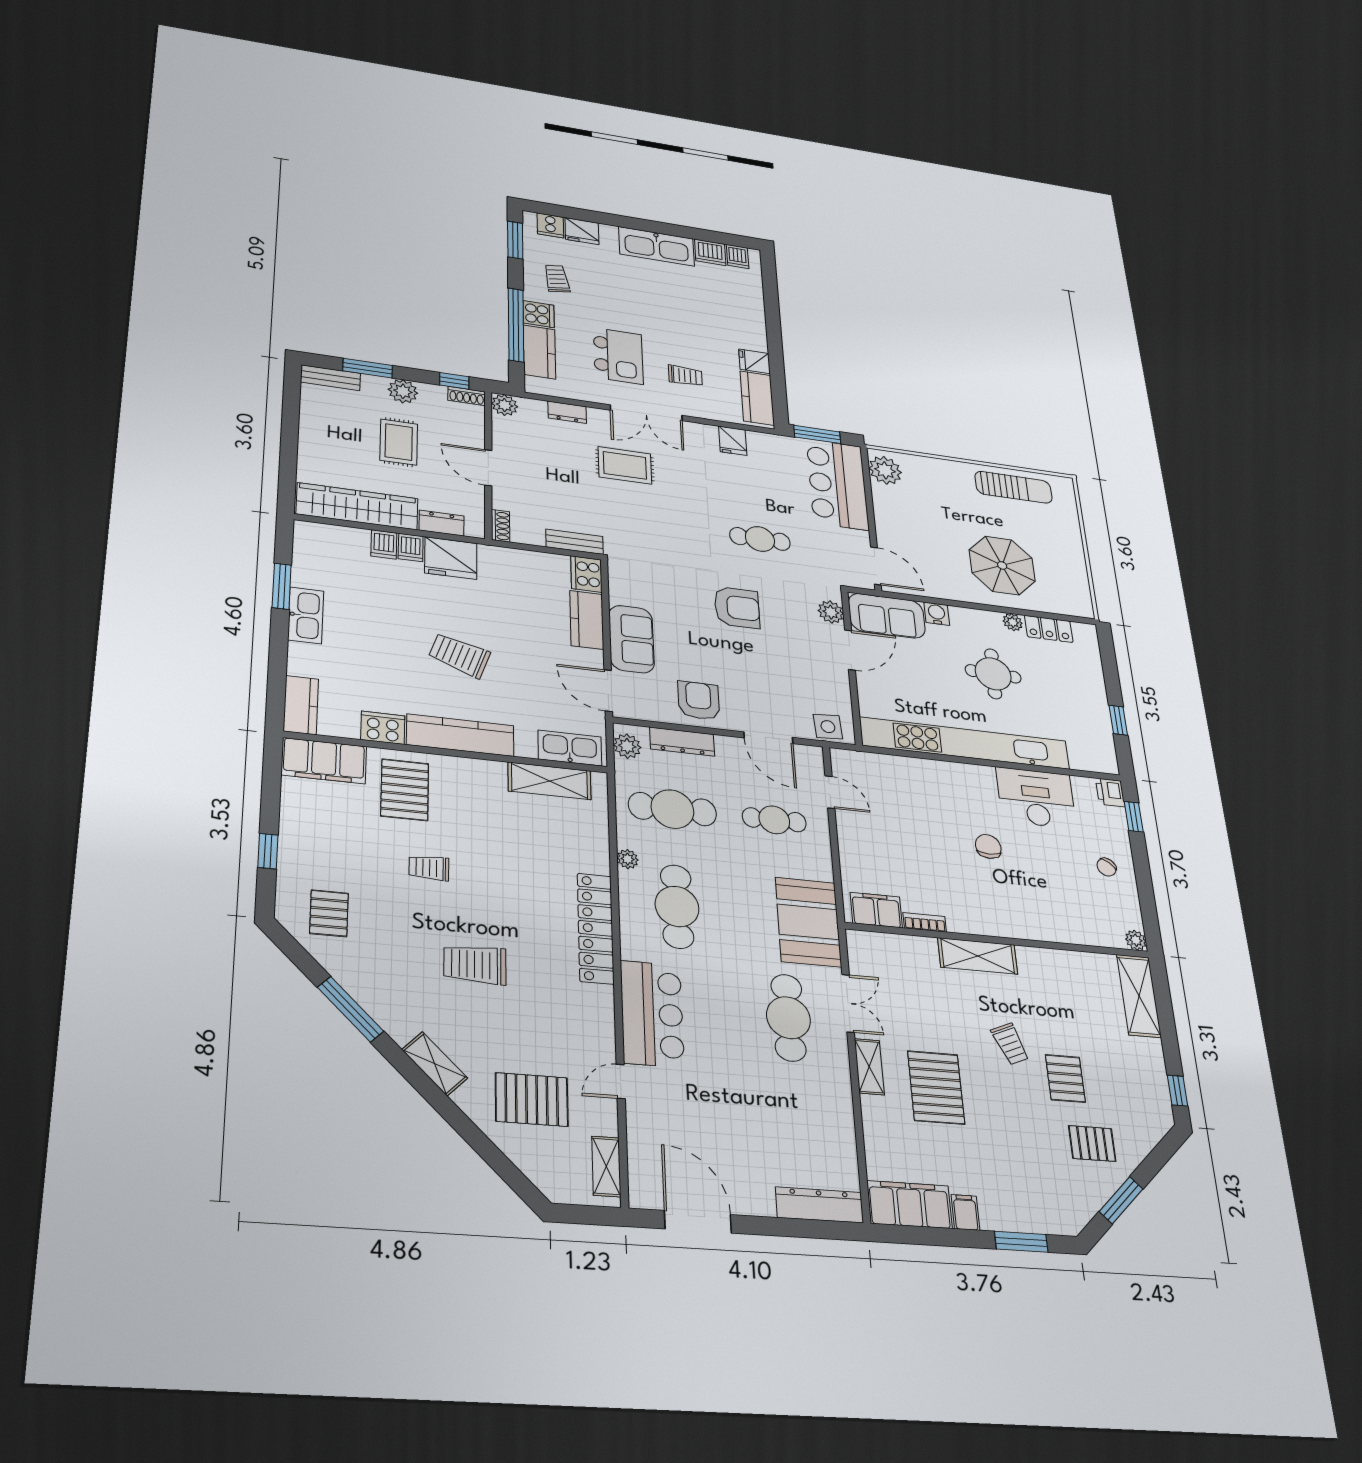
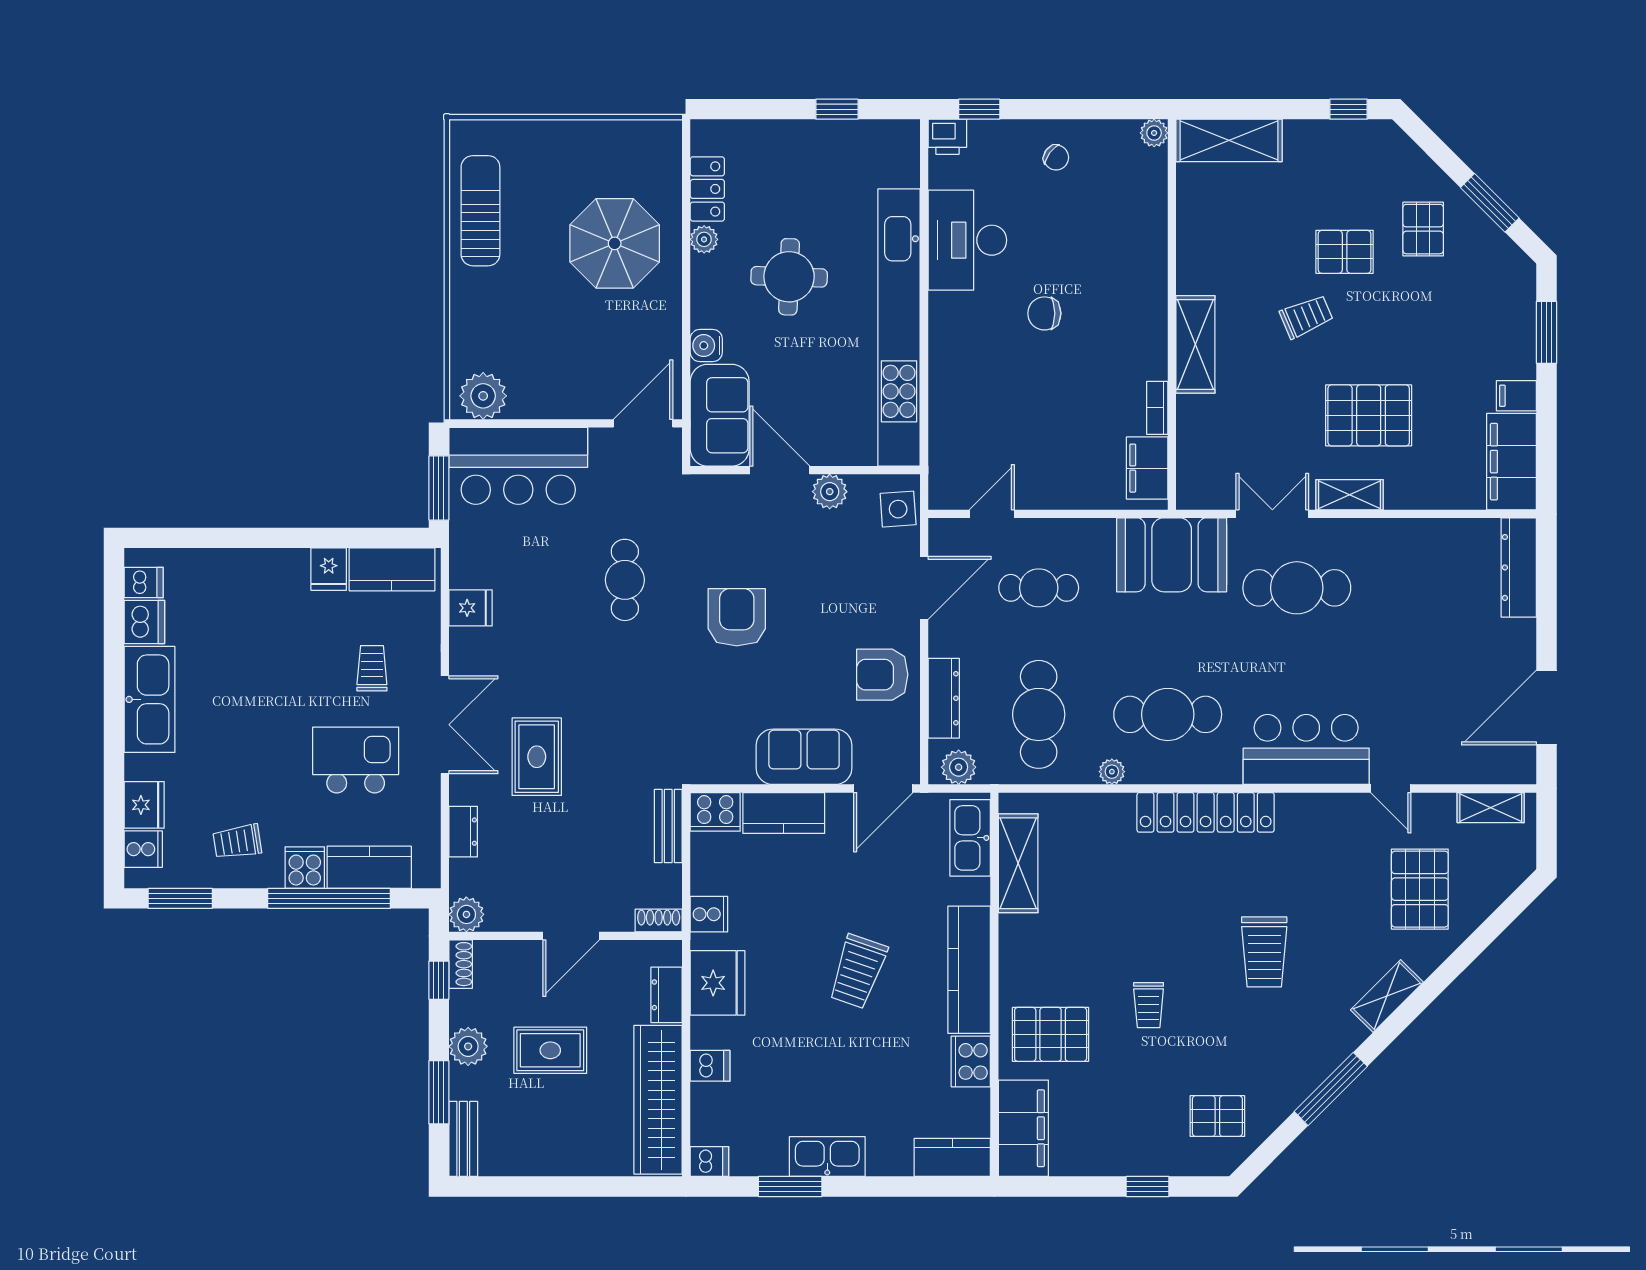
dishwasher: (411, 547) -> (709, 1162), moved
cooker: (506, 559) -> (709, 914), added
plant: (831, 612) -> (830, 492), moved
cafe table: (774, 820) -> (1039, 588), turned 90

